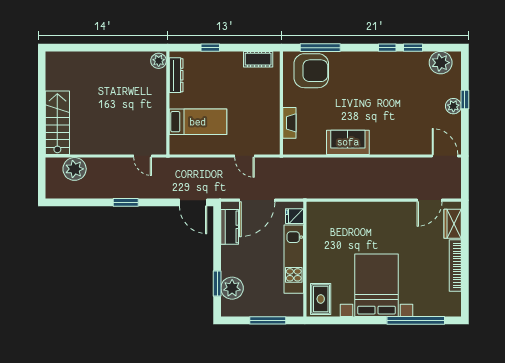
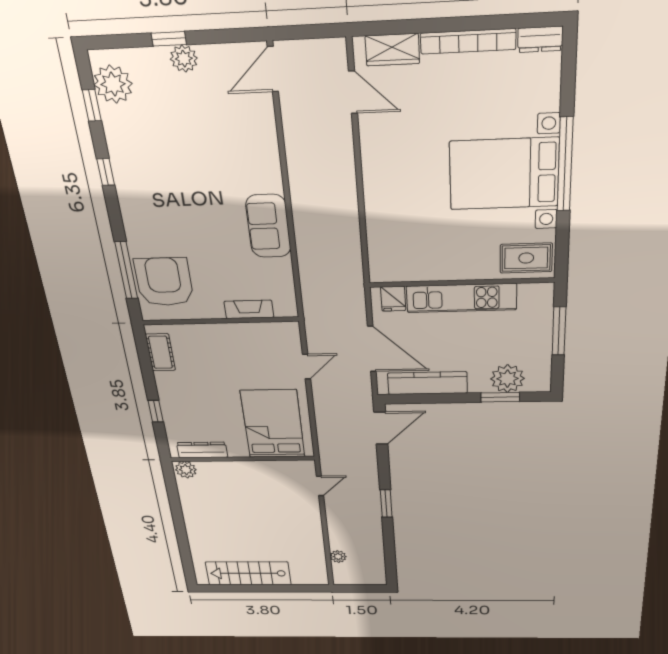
window: (413, 48) -> (92, 105), moved
bed: (198, 122) -> (273, 424), width x1.50
stairs: (57, 123) -> (248, 573), moved
plant: (75, 169) -> (338, 557), width x0.53, depth x0.53
kitchen counter: (230, 227) -> (428, 383), width x1.50
dresser: (454, 305) -> (540, 39), added
window: (416, 320) -> (565, 165), moved

